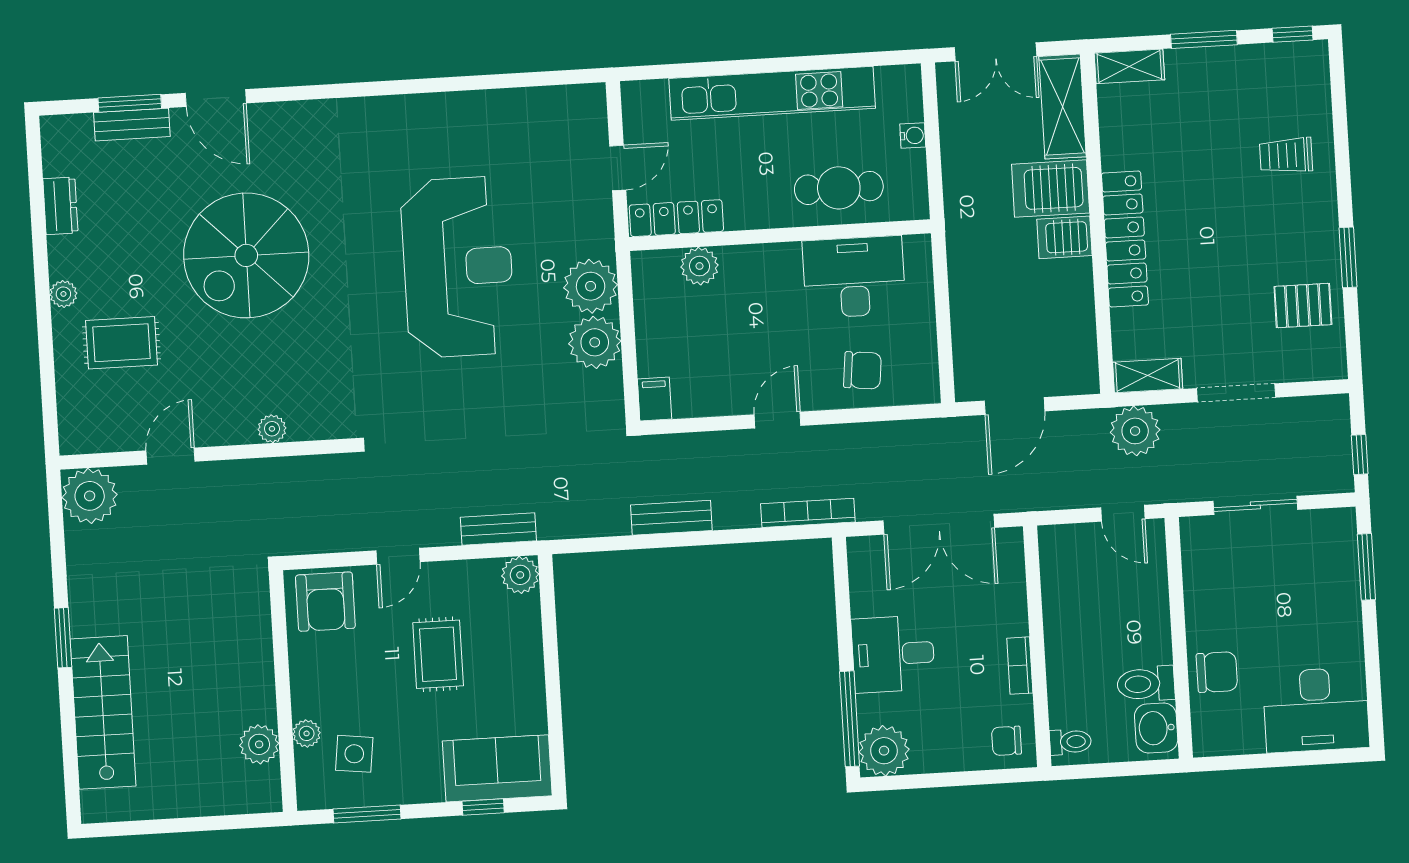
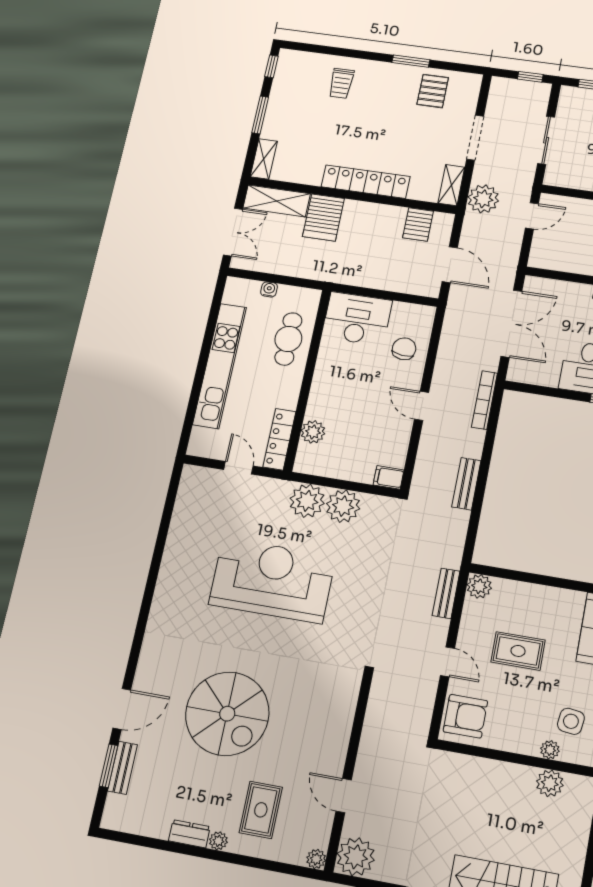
dresser: (60, 206) -> (189, 834), moved
server rack: (1064, 237) -> (418, 224), moved
desk: (854, 277) -> (357, 319), moved, turned 90
plant: (272, 429) -> (316, 859), moved

